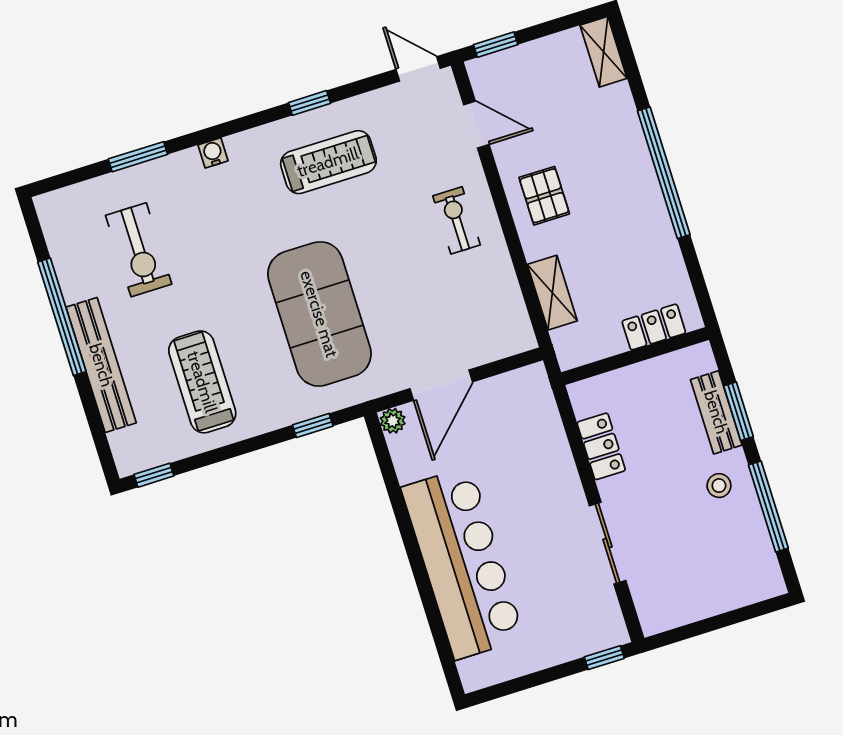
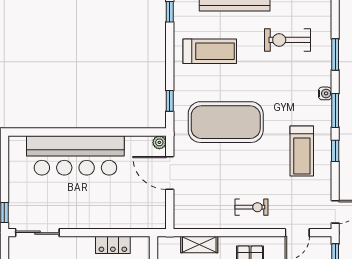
window: (237, 125) -> (335, 110), added
sliding door: (608, 543) -> (37, 233), moved

